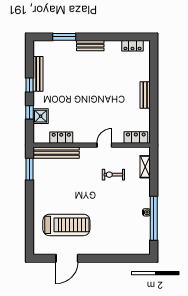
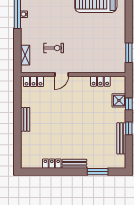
locker: (132, 46) -> (52, 164), moved
bench: (56, 153) -> (105, 68), removed

